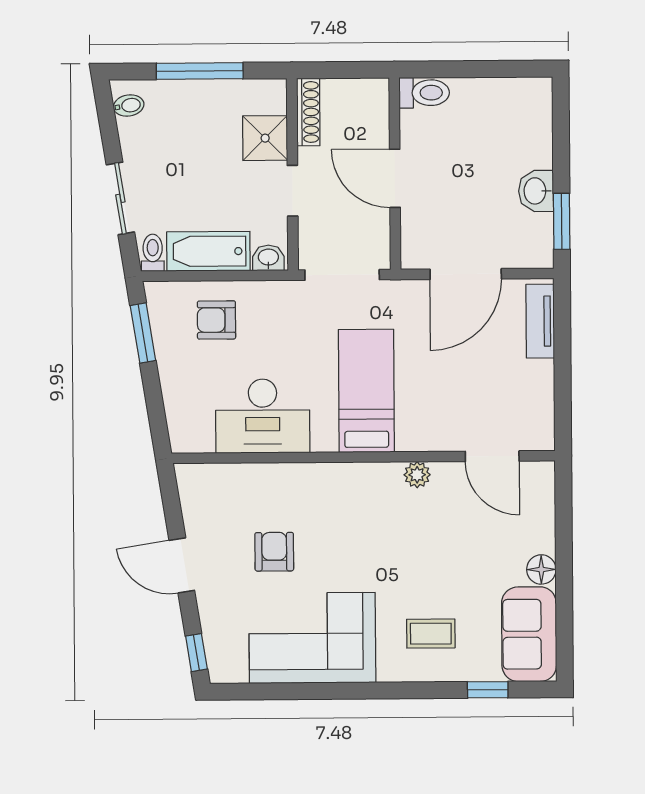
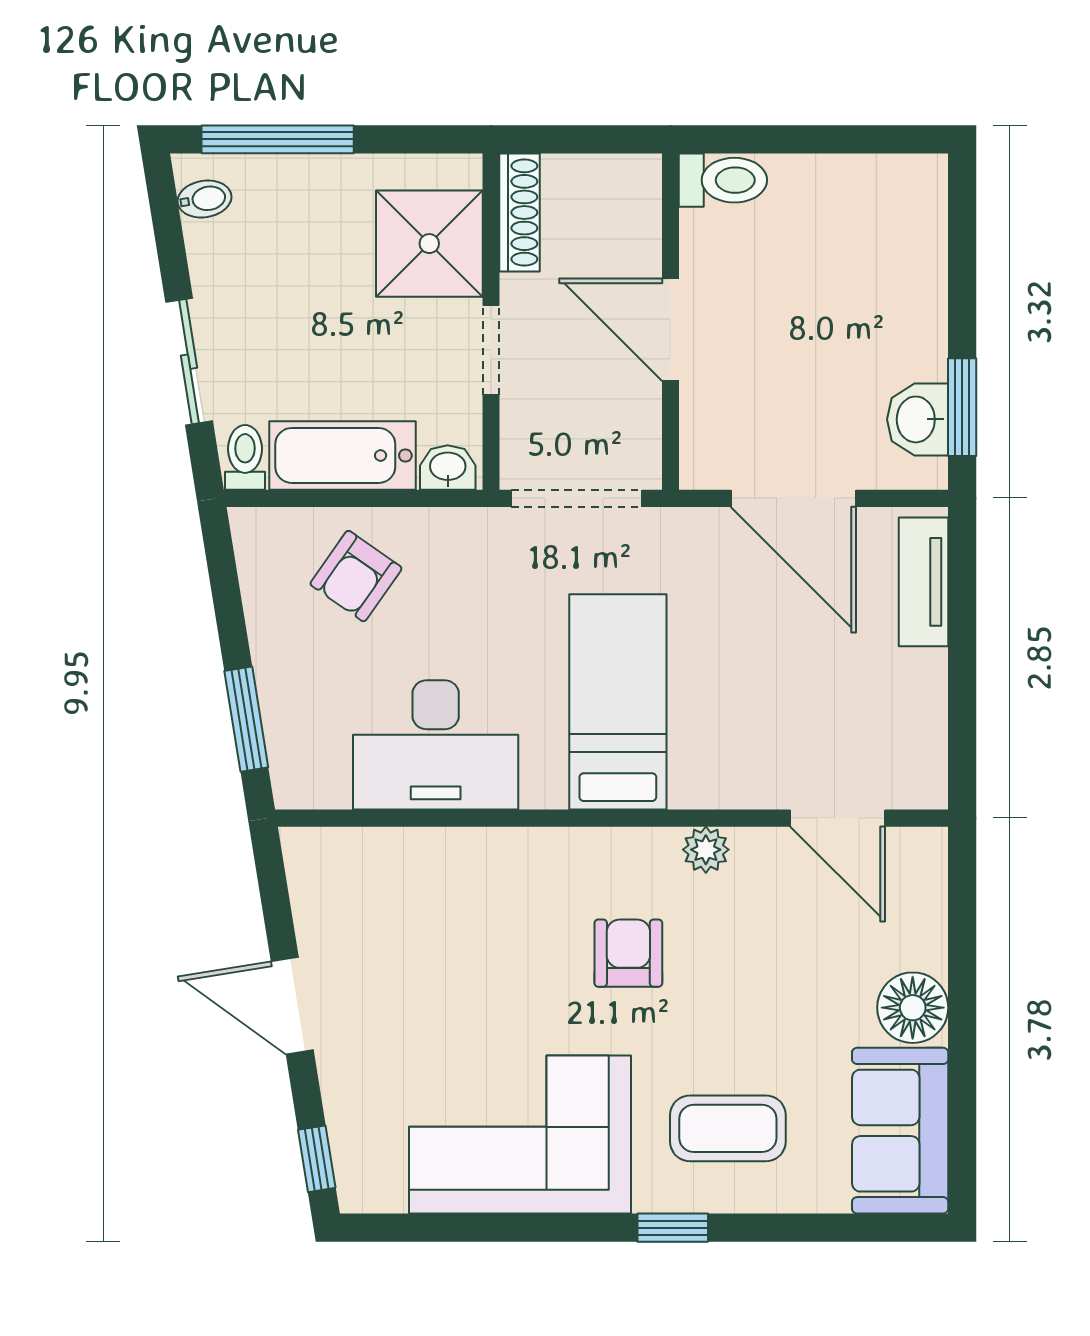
window: (200, 71) -> (278, 139), moved
shower: (265, 138) -> (429, 244), width x1.36, depth x1.36
washbasin: (536, 191) -> (918, 419), moved
door: (466, 274) -> (793, 498), hinge flipped
armchair: (216, 320) -> (356, 576), turned -55
window: (143, 333) -> (246, 719), moved
armchair: (274, 552) -> (628, 953), moved
floor lamp: (541, 569) -> (913, 1008), width x1.38, depth x1.38
coffee table: (431, 634) -> (728, 1128), width x1.36, depth x1.30
window: (488, 690) -> (673, 1228), moved

